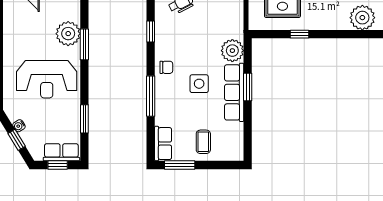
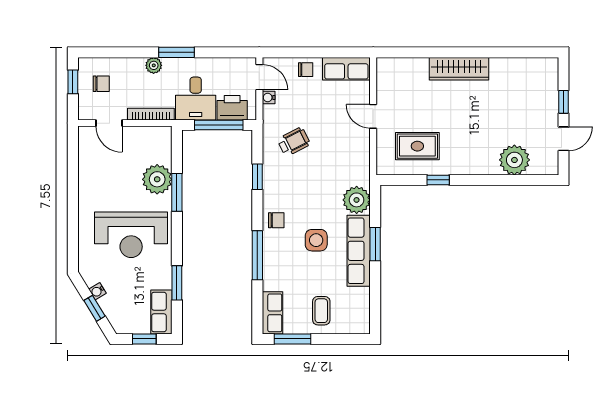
row of seats: (61, 152) -> (161, 312), moved, turned -90

